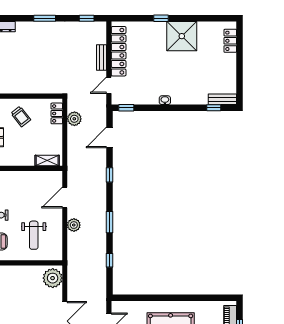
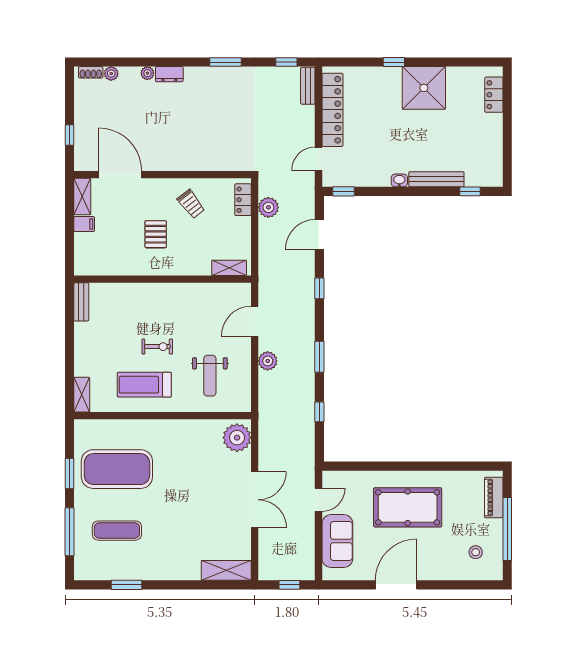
bench: (102, 57) -> (308, 86), moved
bench: (222, 99) -> (436, 179), moved, width x1.36

